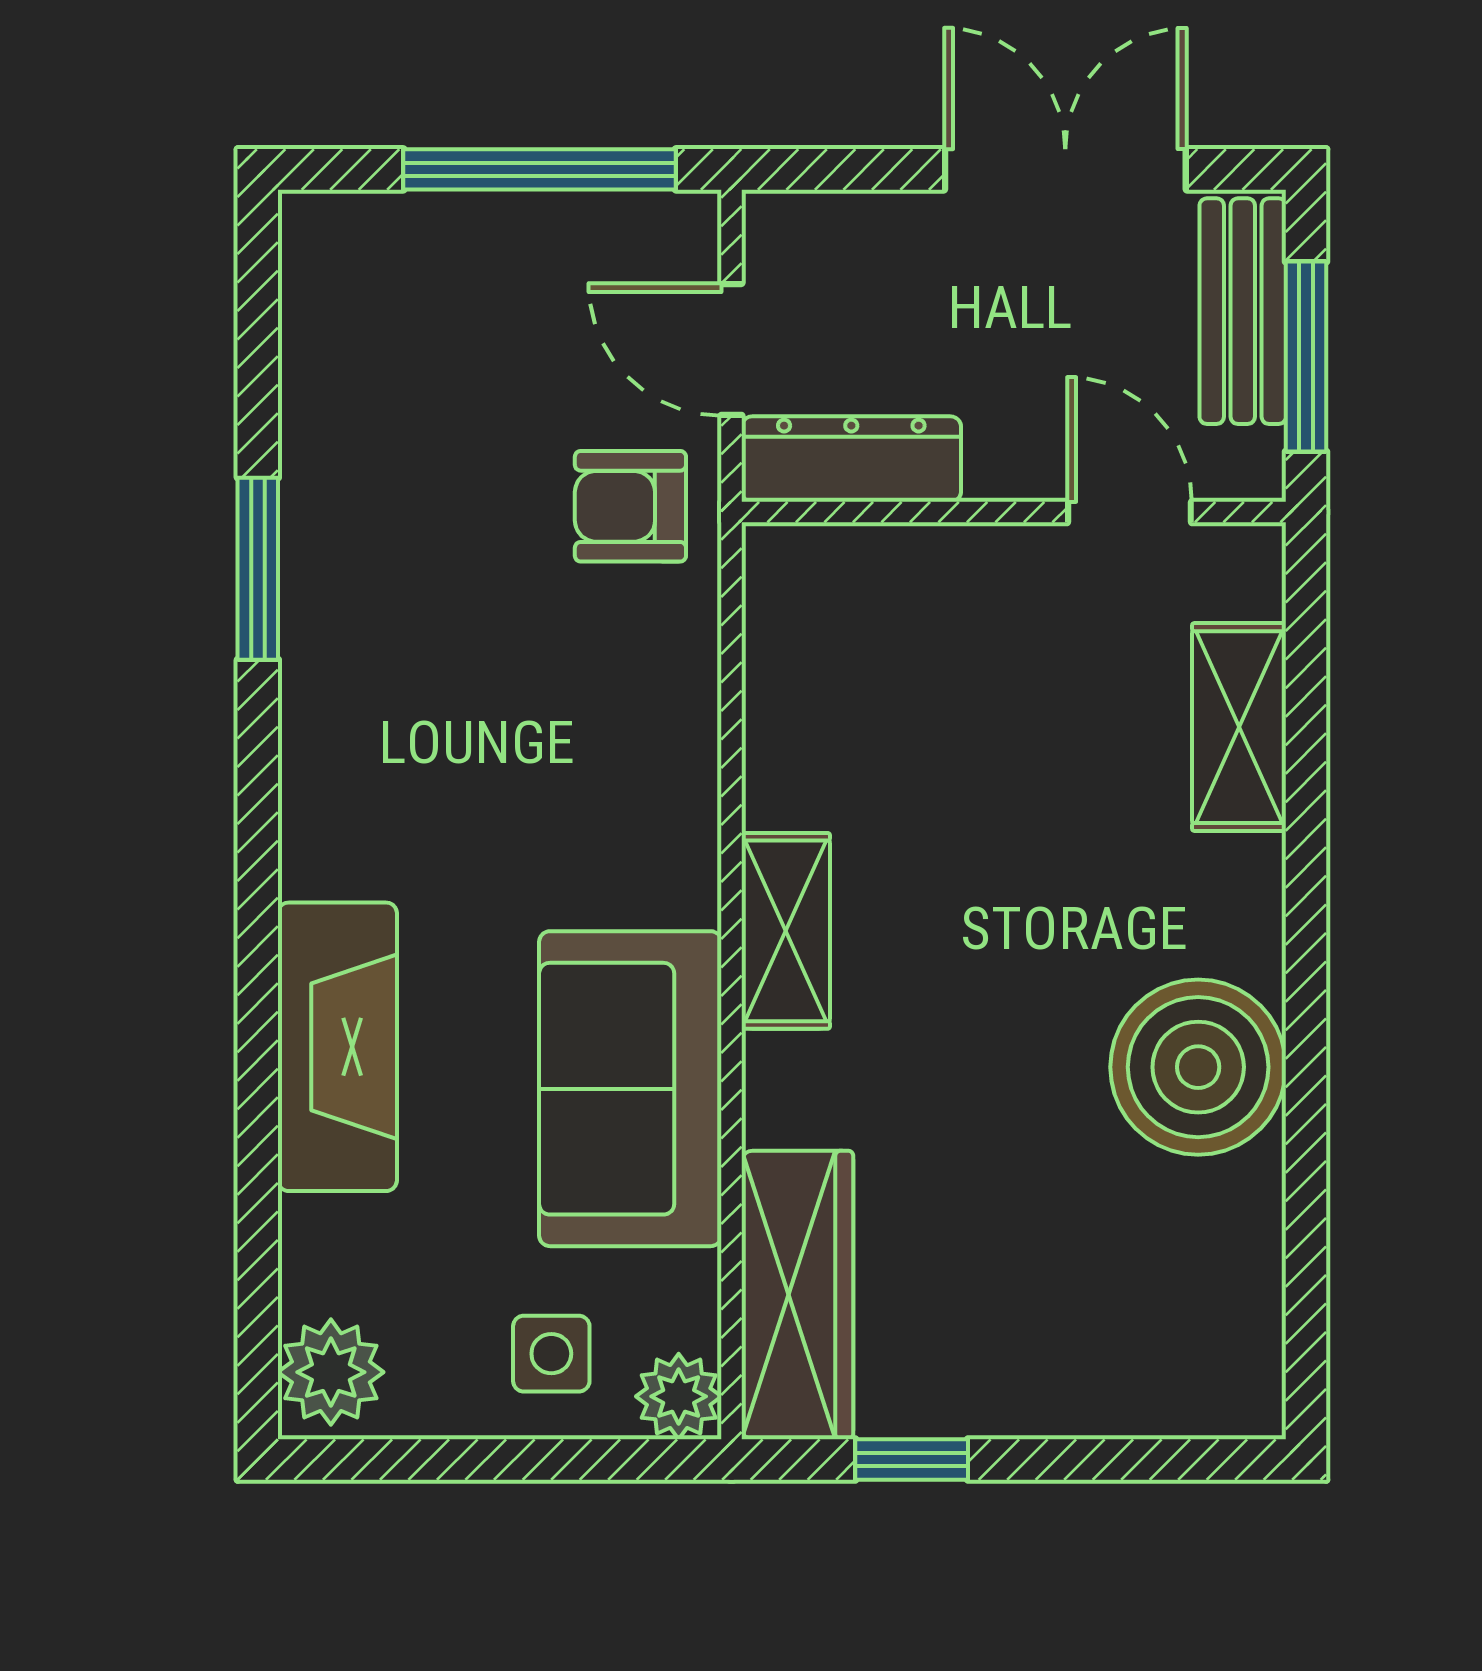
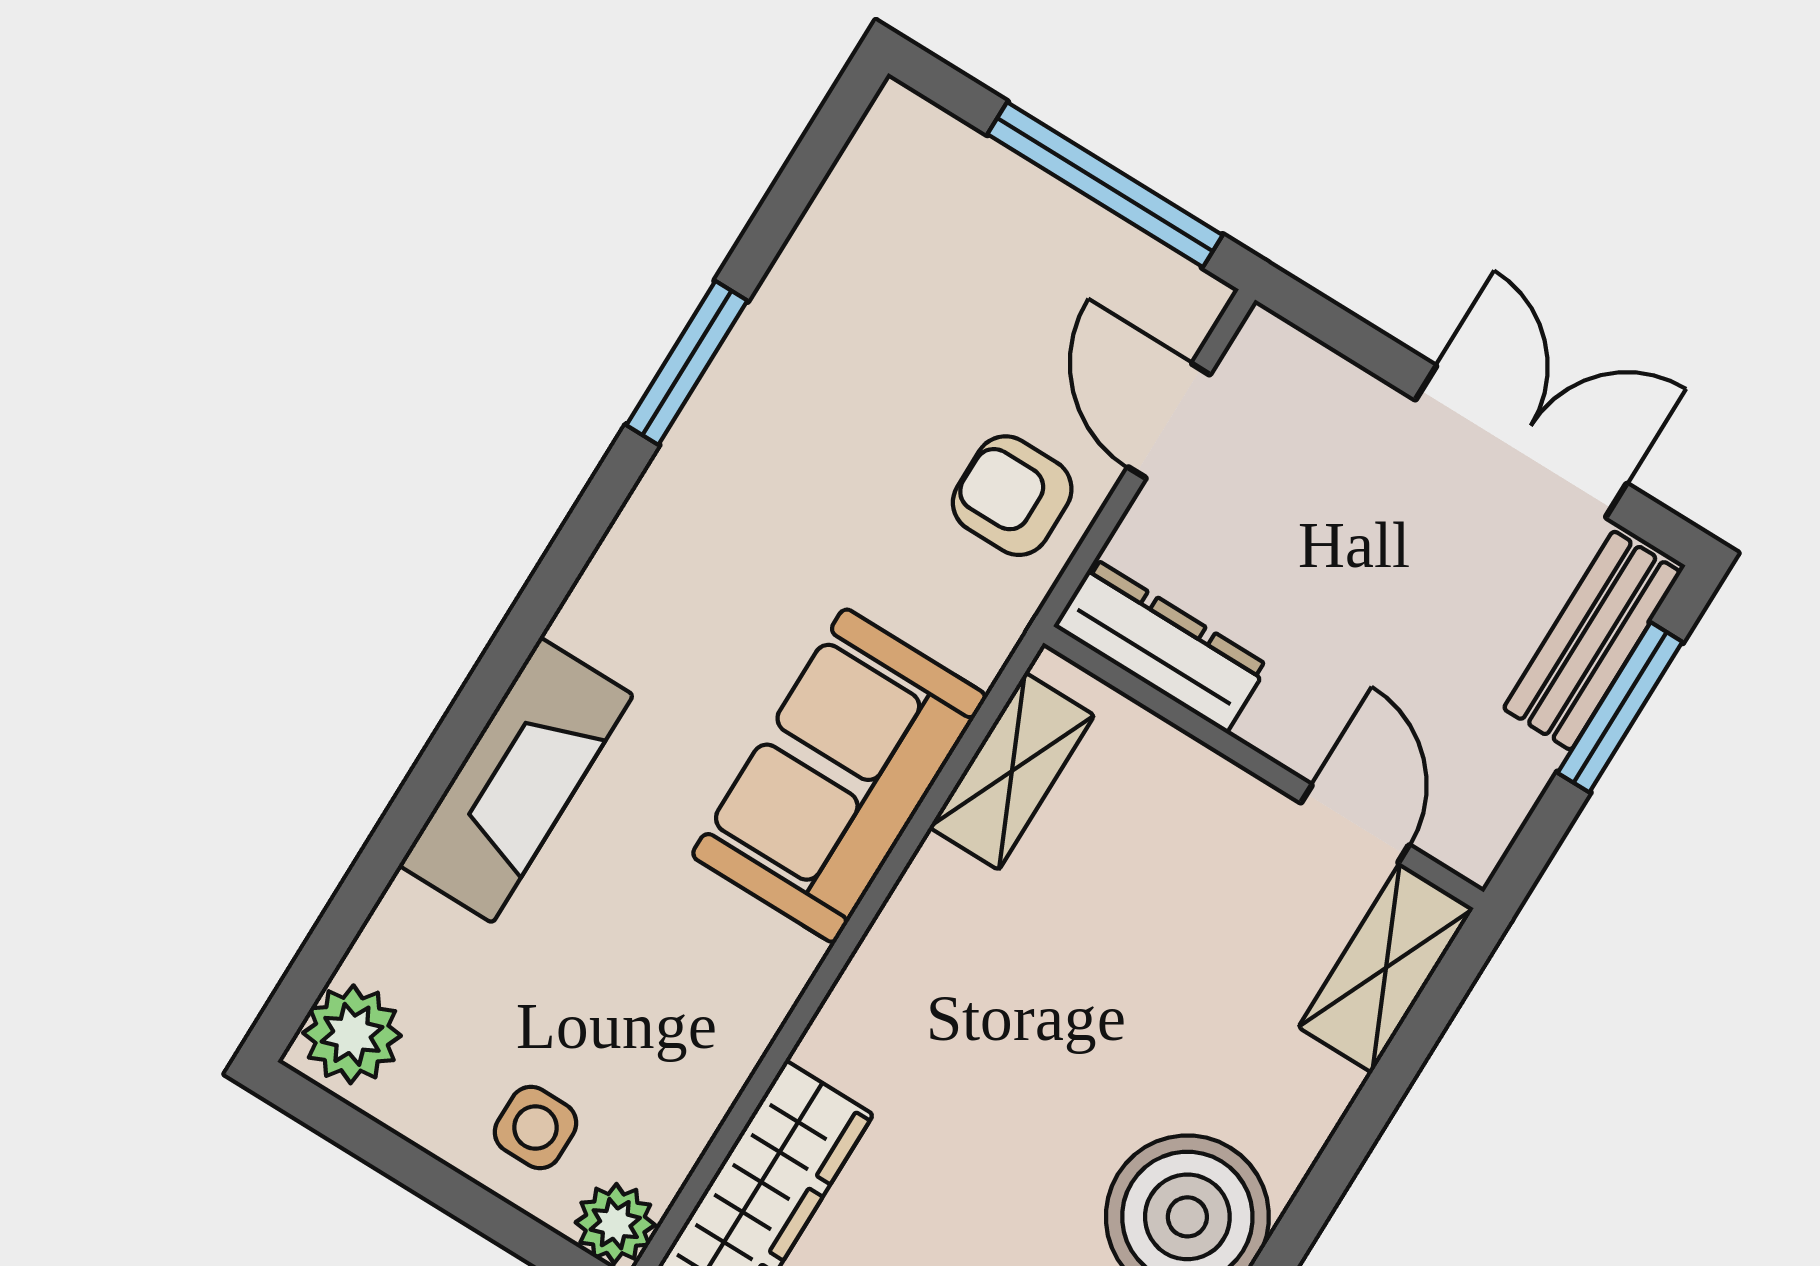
dresser: (851, 459) -> (1161, 646), moved
wall: (1014, 512) -> (1263, 767), moved
door: (1129, 512) -> (1355, 824), moved
shelving: (786, 931) -> (1012, 771), moved
sofa: (630, 1089) -> (839, 776), moved

